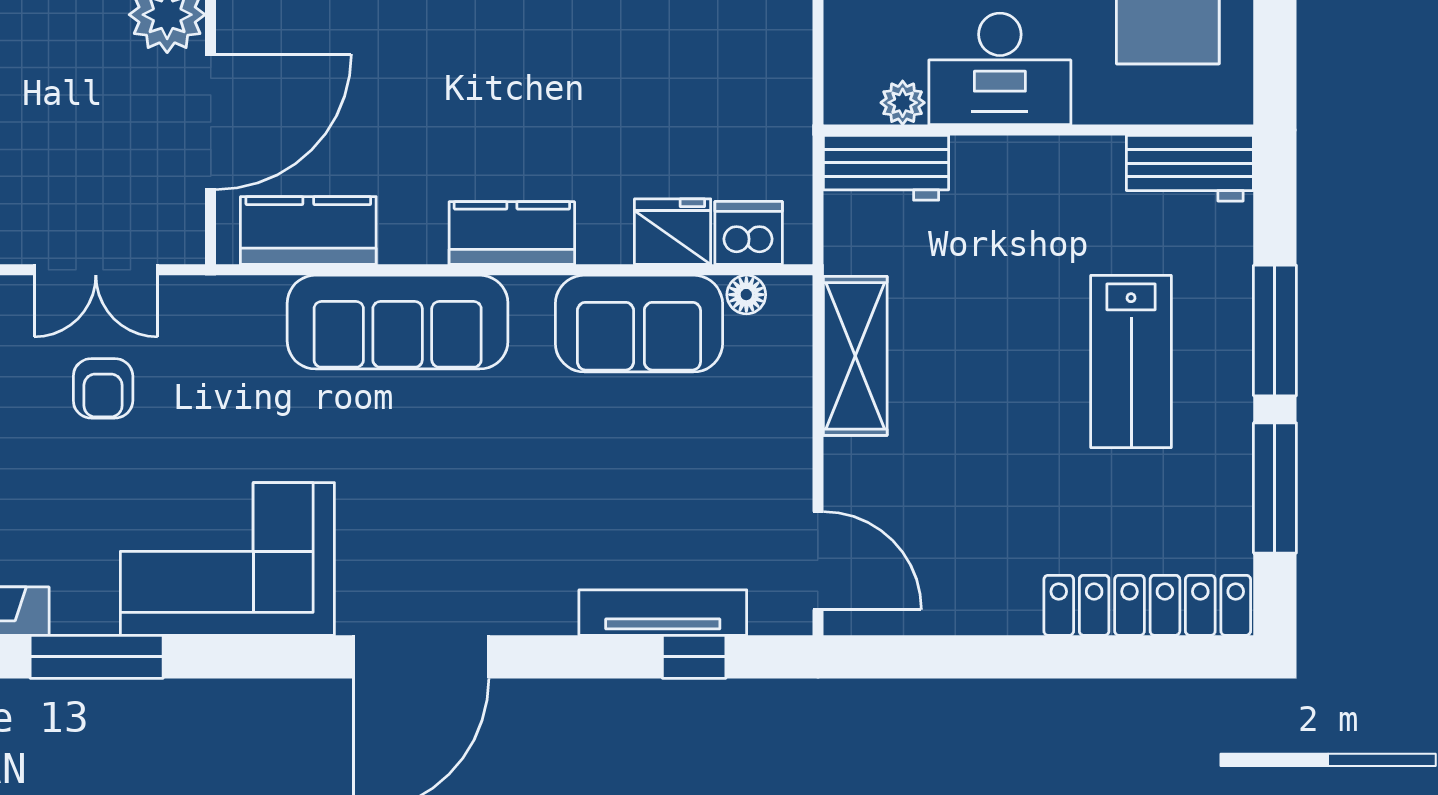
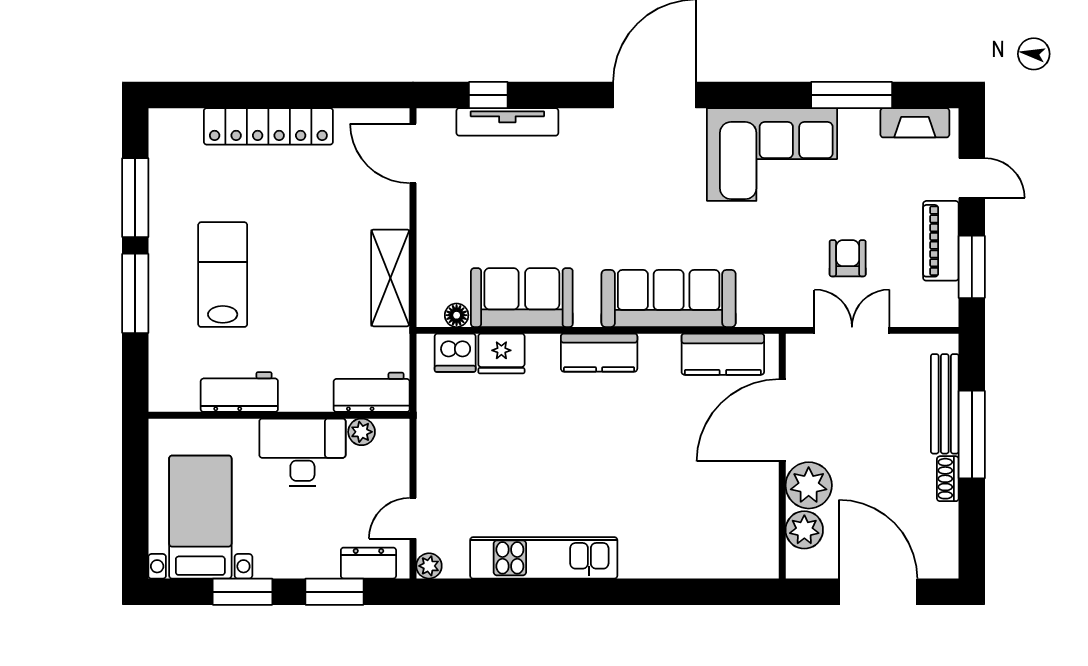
workbench: (1190, 168) -> (239, 392), moved
locker: (1147, 605) -> (268, 126), moved

